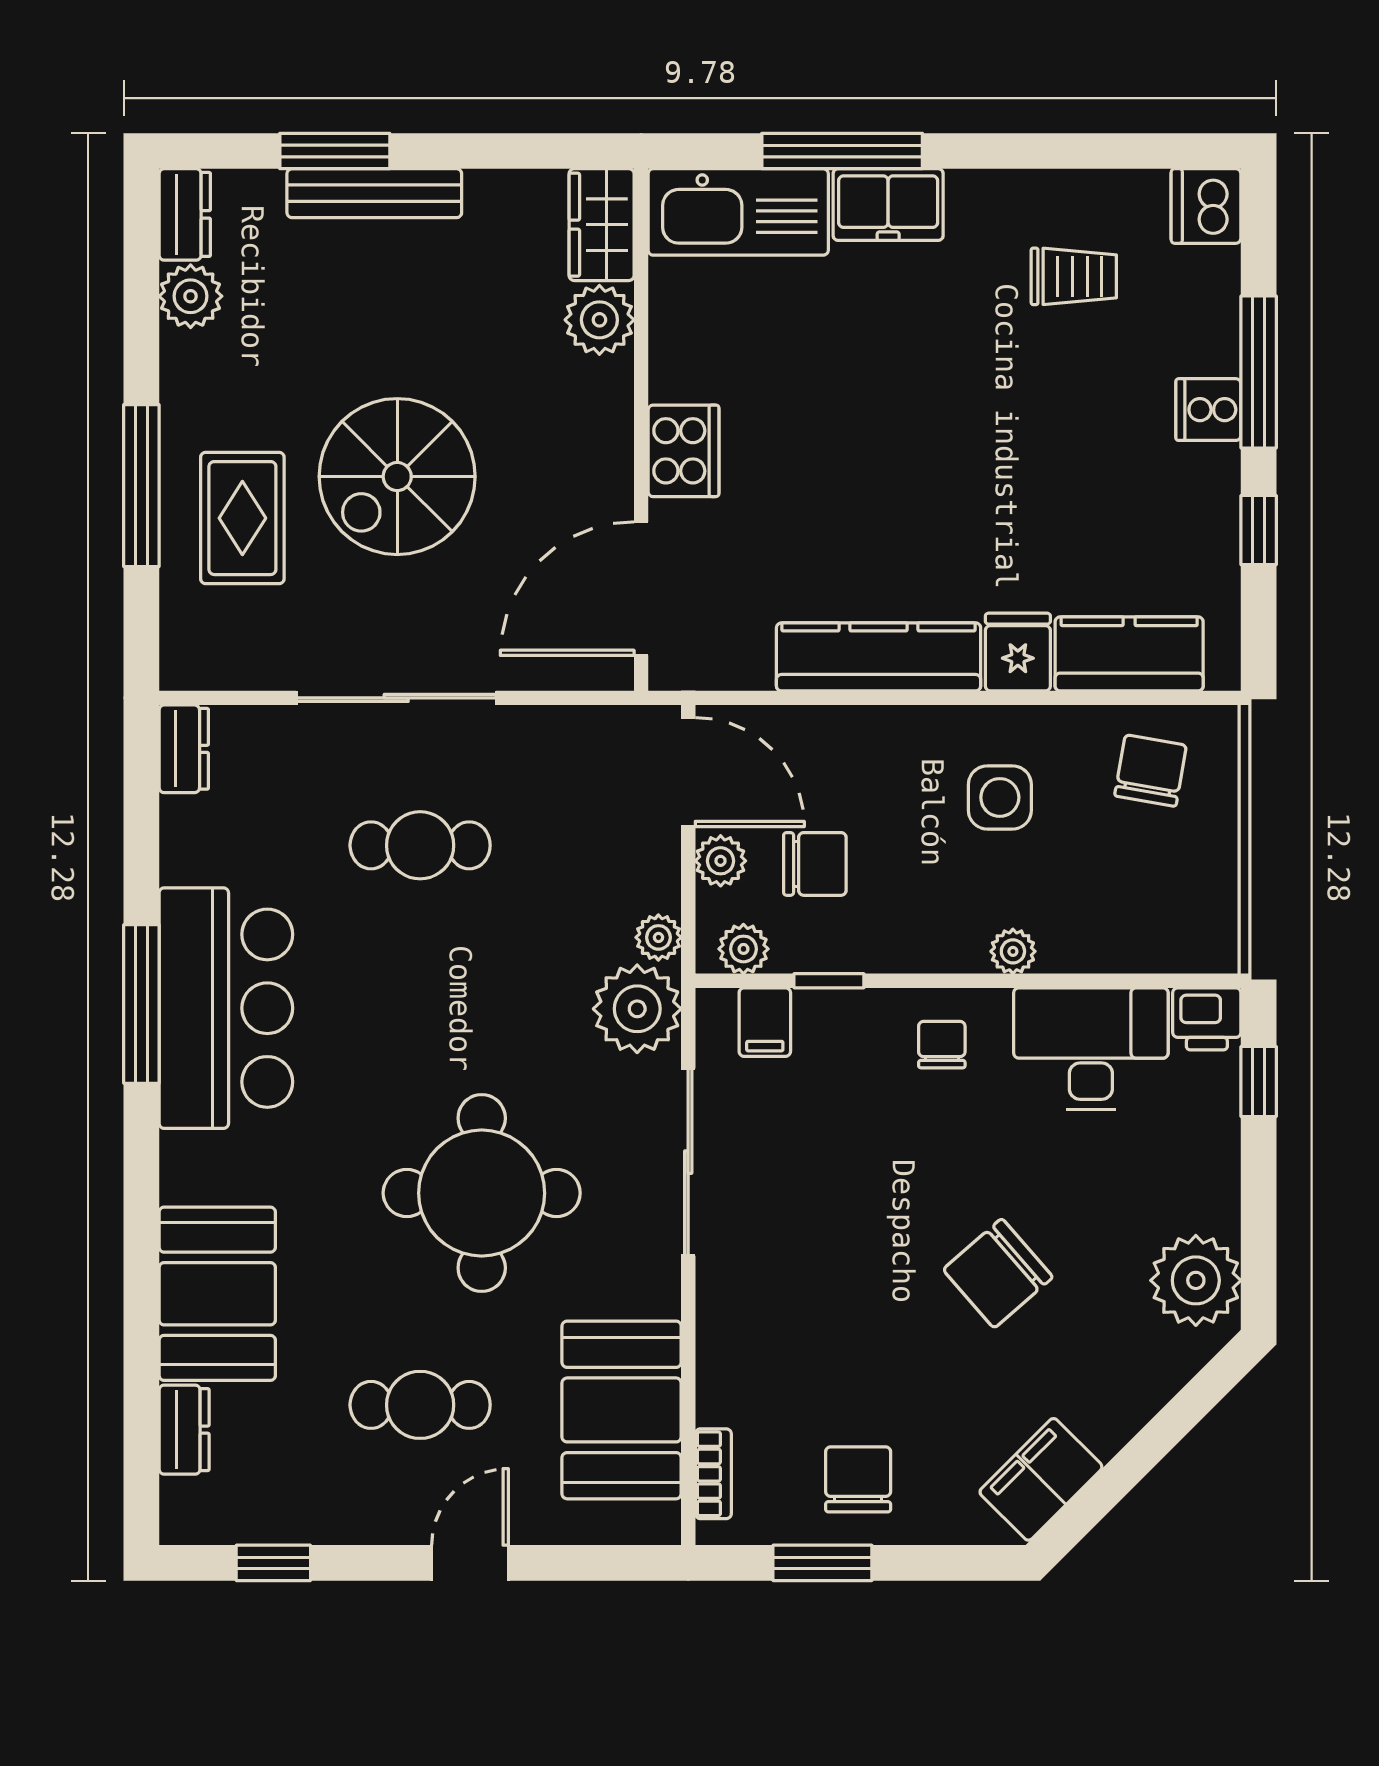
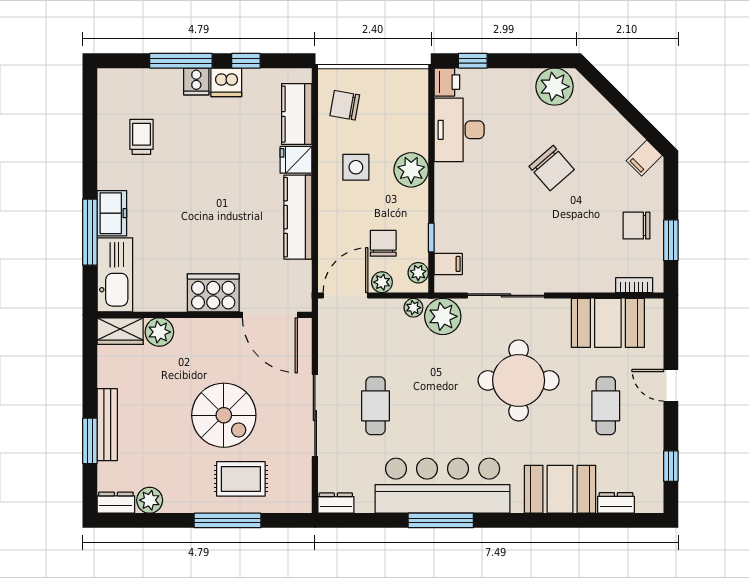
dishwasher: (1206, 206) -> (226, 82), moved
cooker: (684, 451) -> (213, 293), width x1.37, depth x1.31
plant: (1013, 951) -> (411, 170), width x1.88, depth x1.88
bar counter: (226, 1008) -> (443, 486), width x1.36
chair: (942, 1045) -> (458, 191), removed
filing cabinet: (1041, 1479) -> (644, 158), width x0.50

